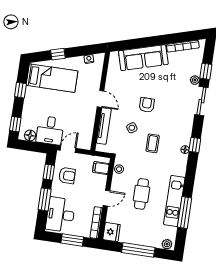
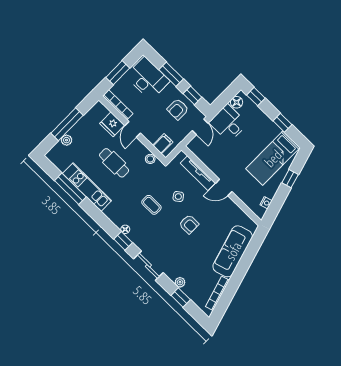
sliding door: (201, 101) -> (148, 266), moved
fridge: (112, 232) -> (112, 124), moved
plant: (167, 244) -> (66, 140), moved

